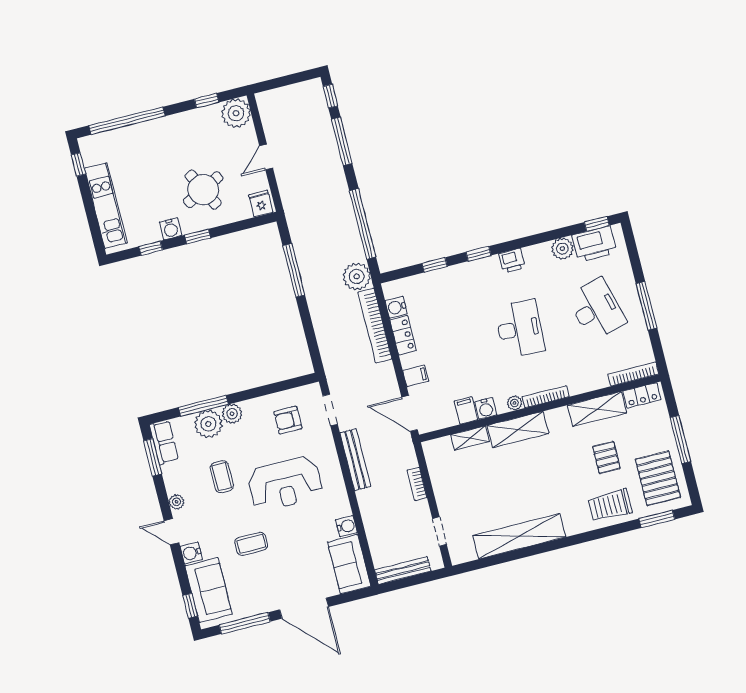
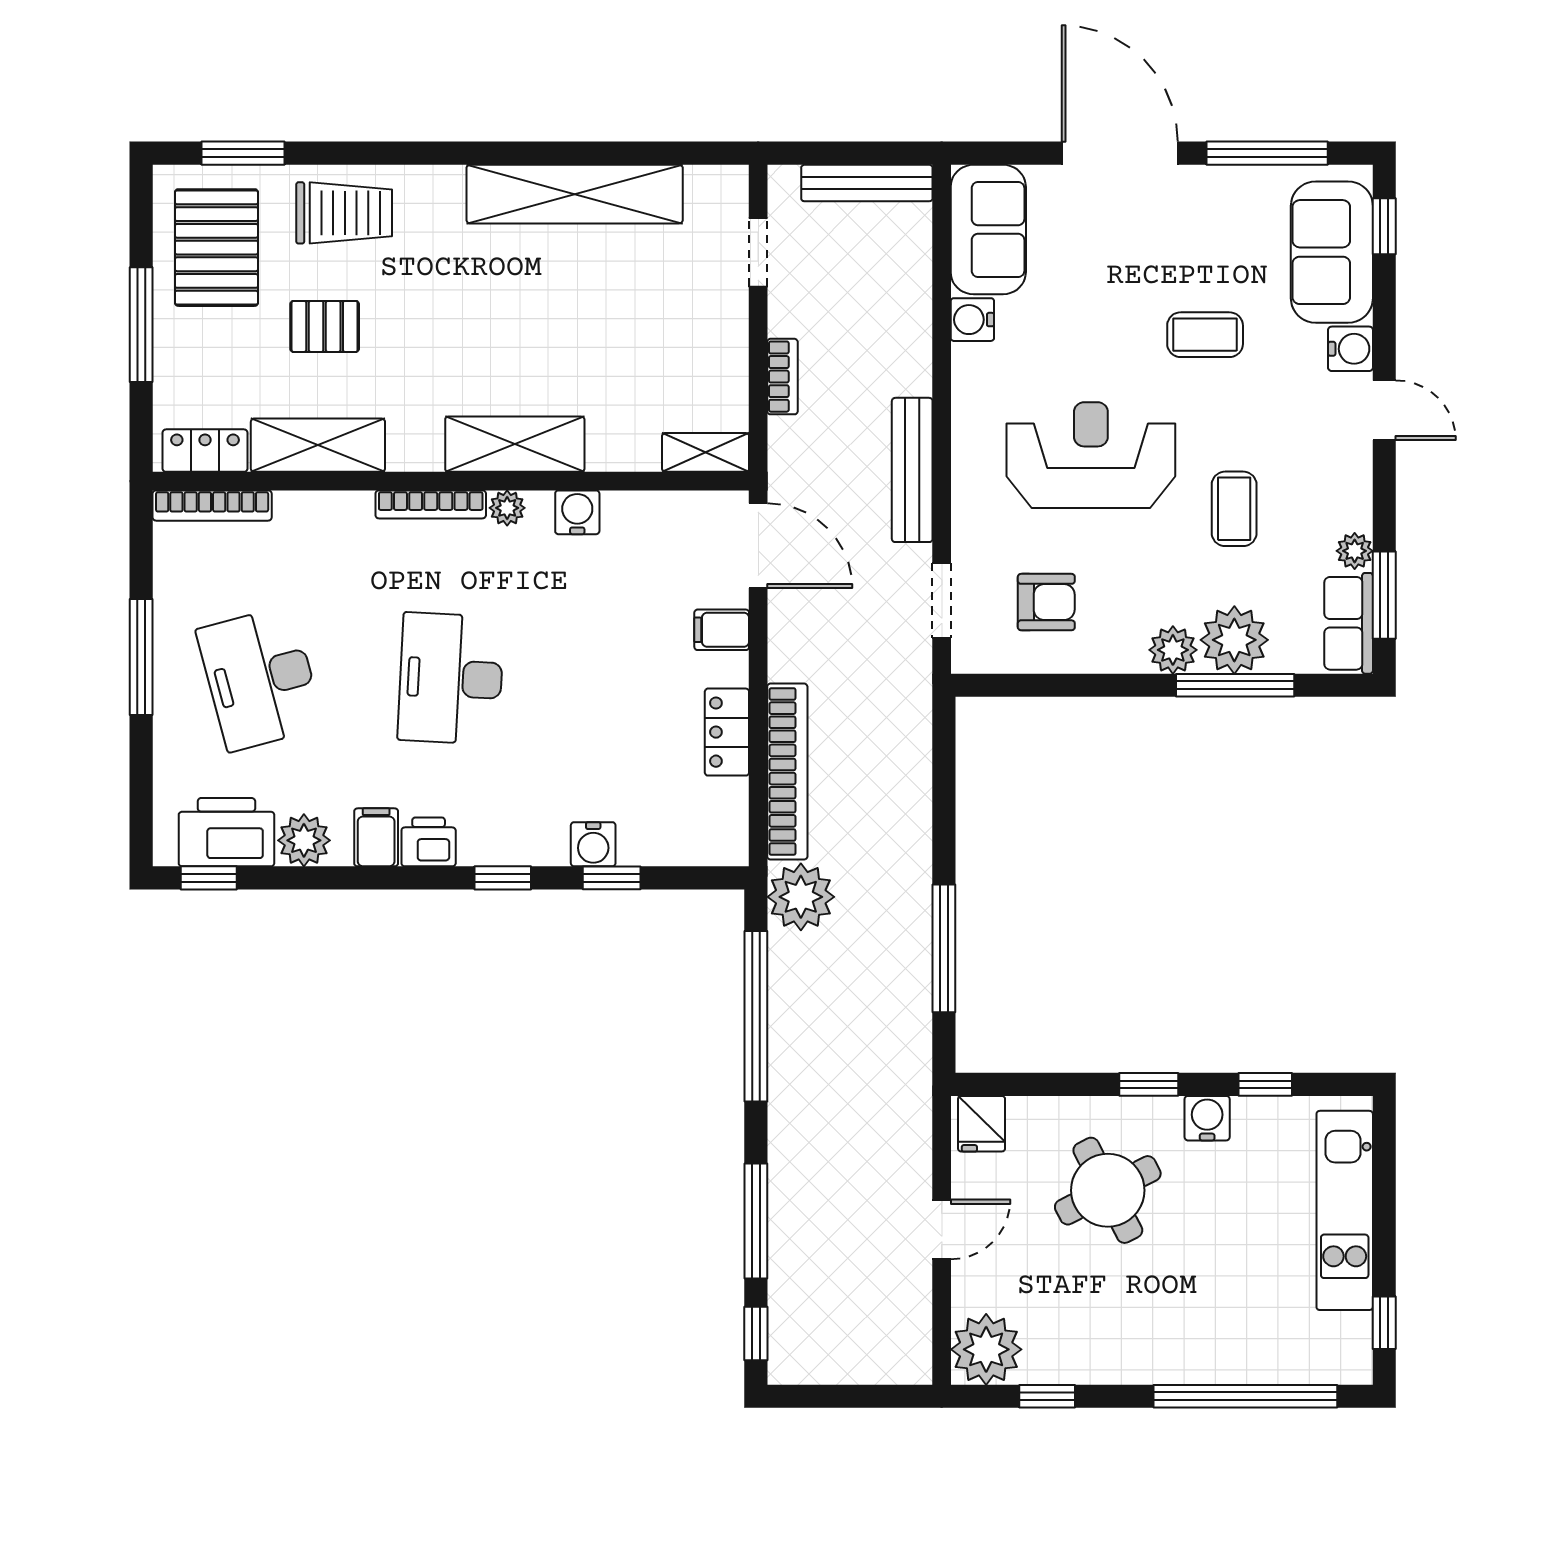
water cooler: (396, 307) -> (593, 844), moved, turned 90
filing cabinet: (466, 410) -> (376, 837), moved, turned 180
shelving: (470, 438) -> (706, 452), moved
pallet: (606, 457) -> (325, 326), turned 90
plant: (177, 502) -> (1355, 551), moved

